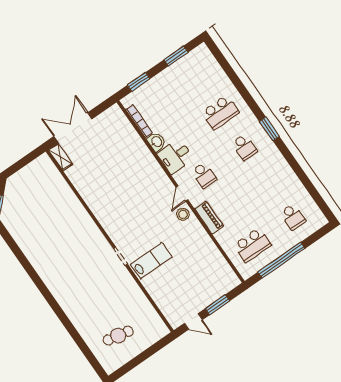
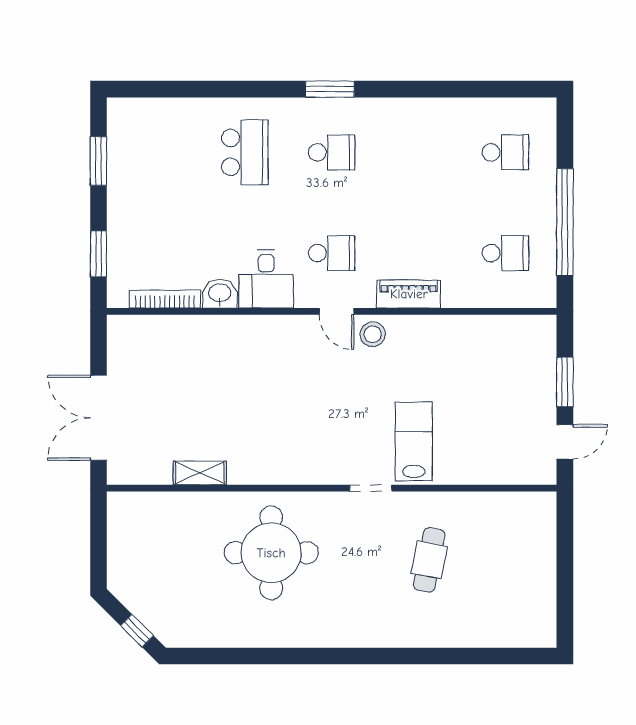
shelving: (60, 157) -> (200, 473), moved
round table: (67, 235) -> (271, 553), added
school desk: (252, 245) -> (505, 253), width x0.54
cafe table: (118, 336) -> (429, 560), moved

